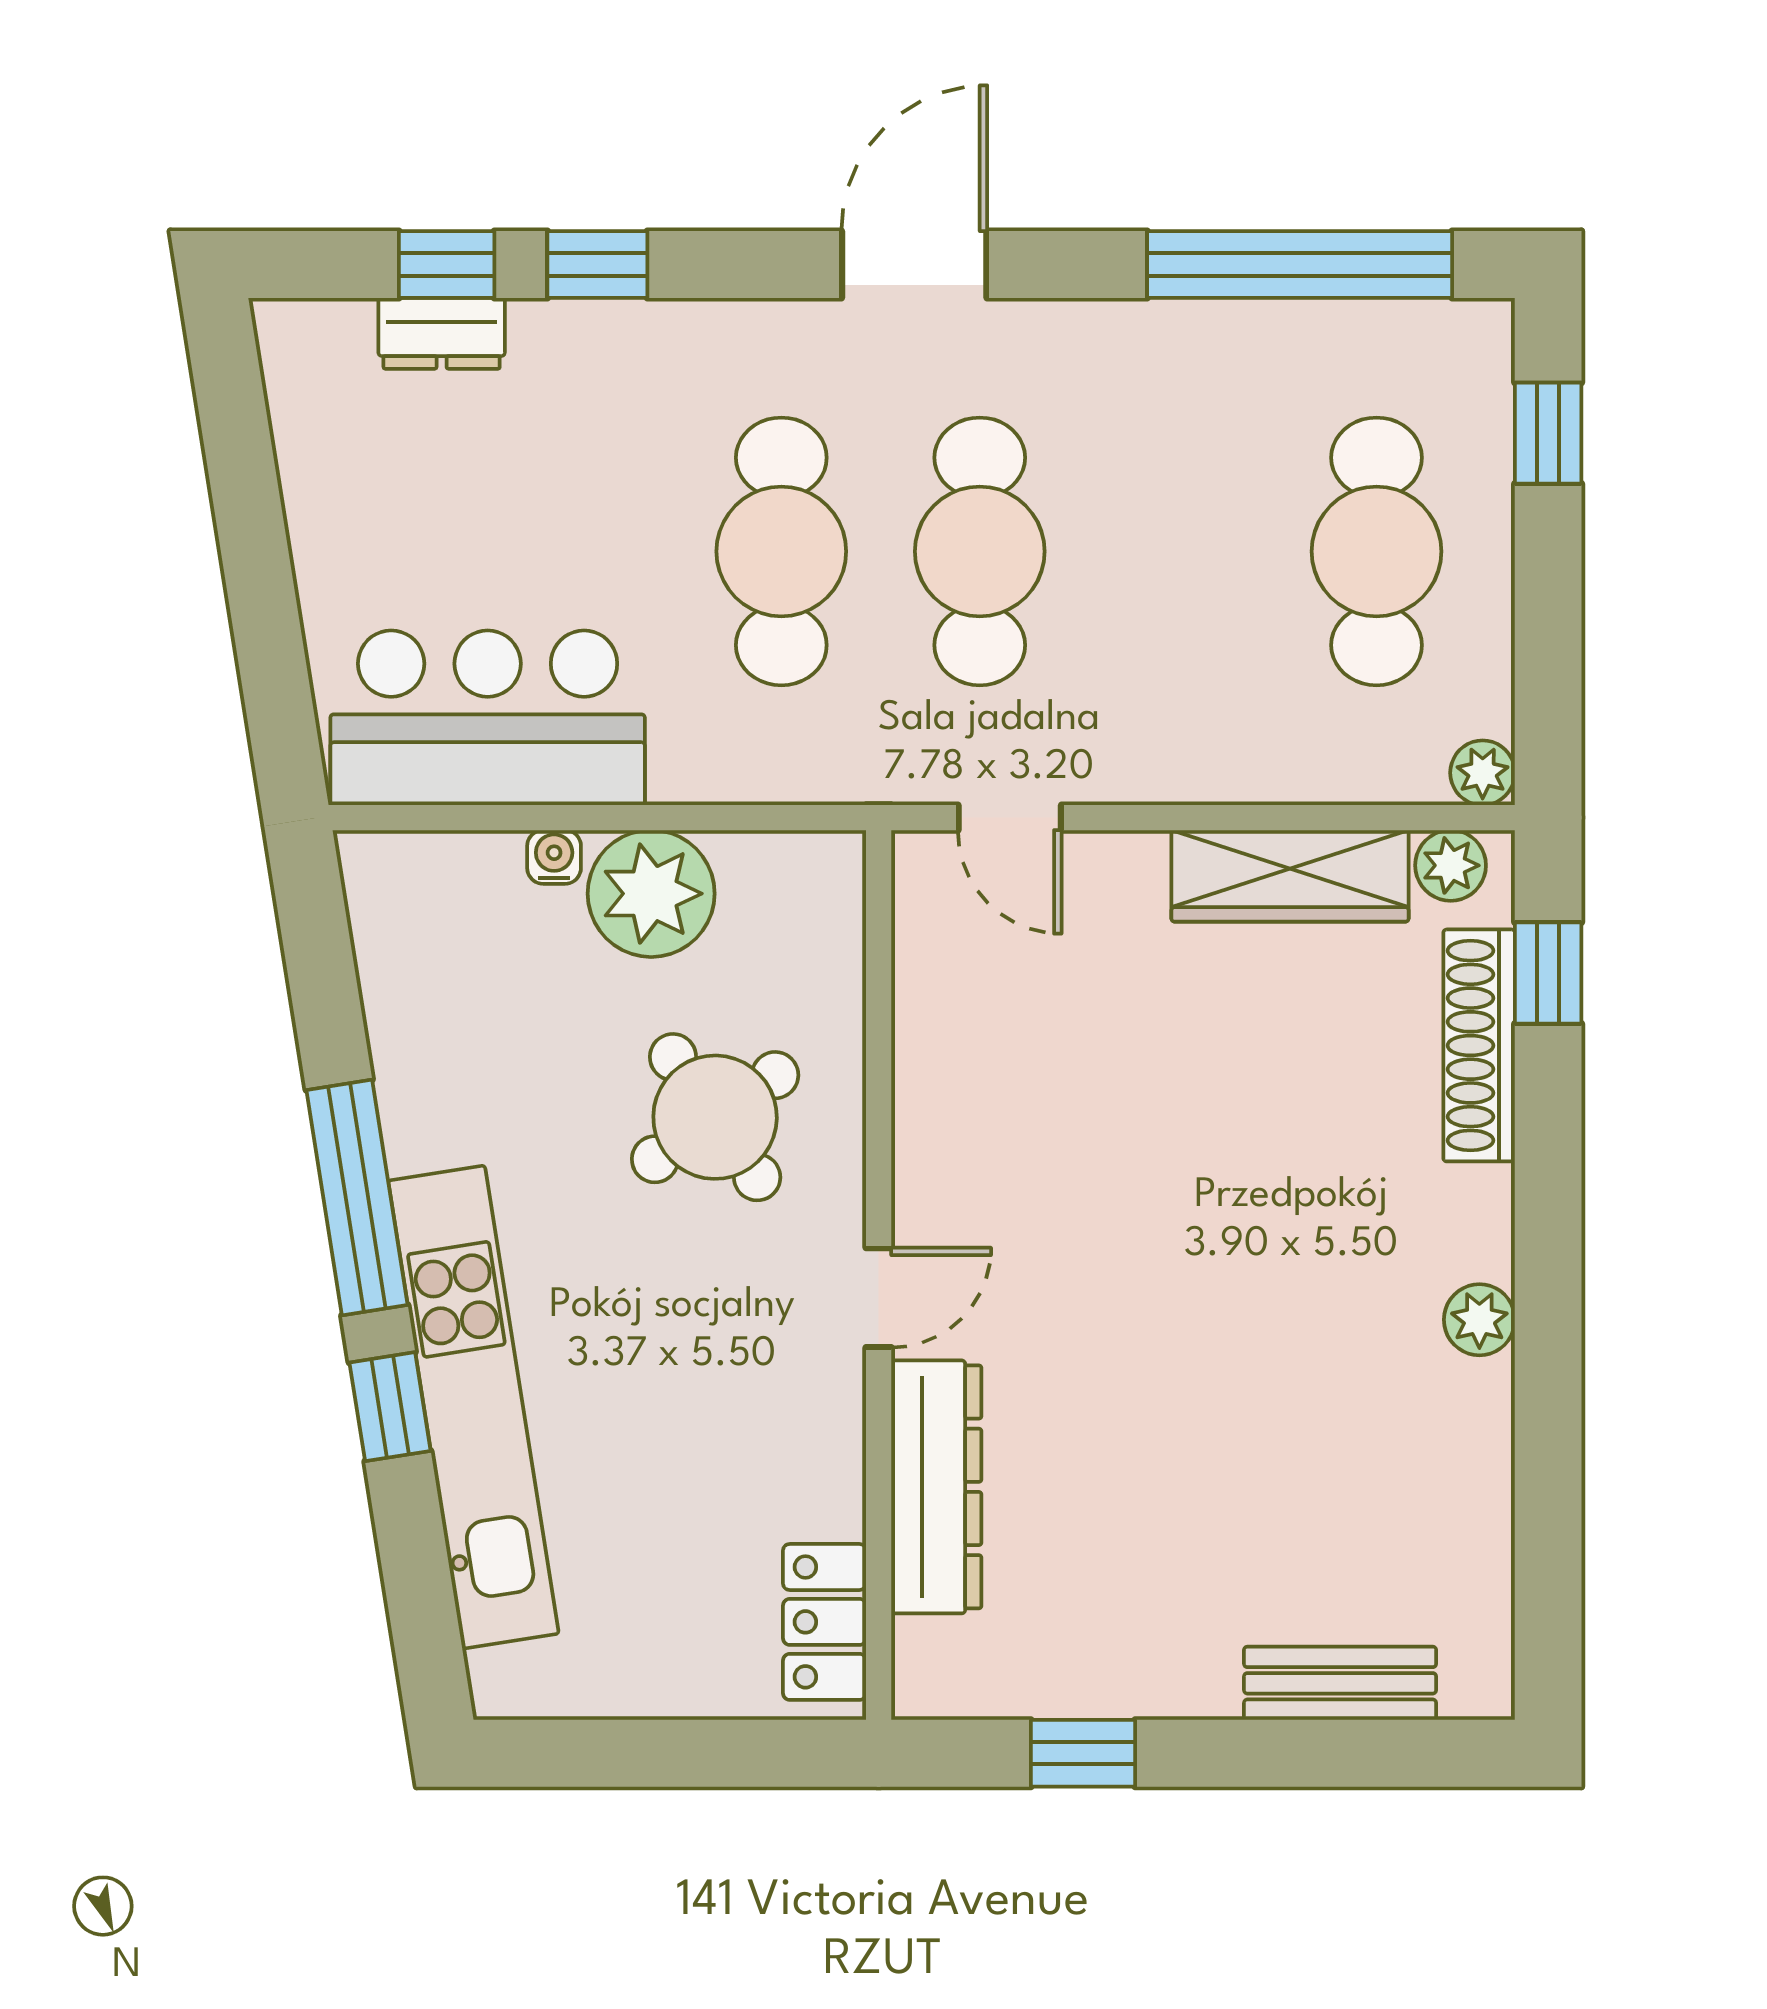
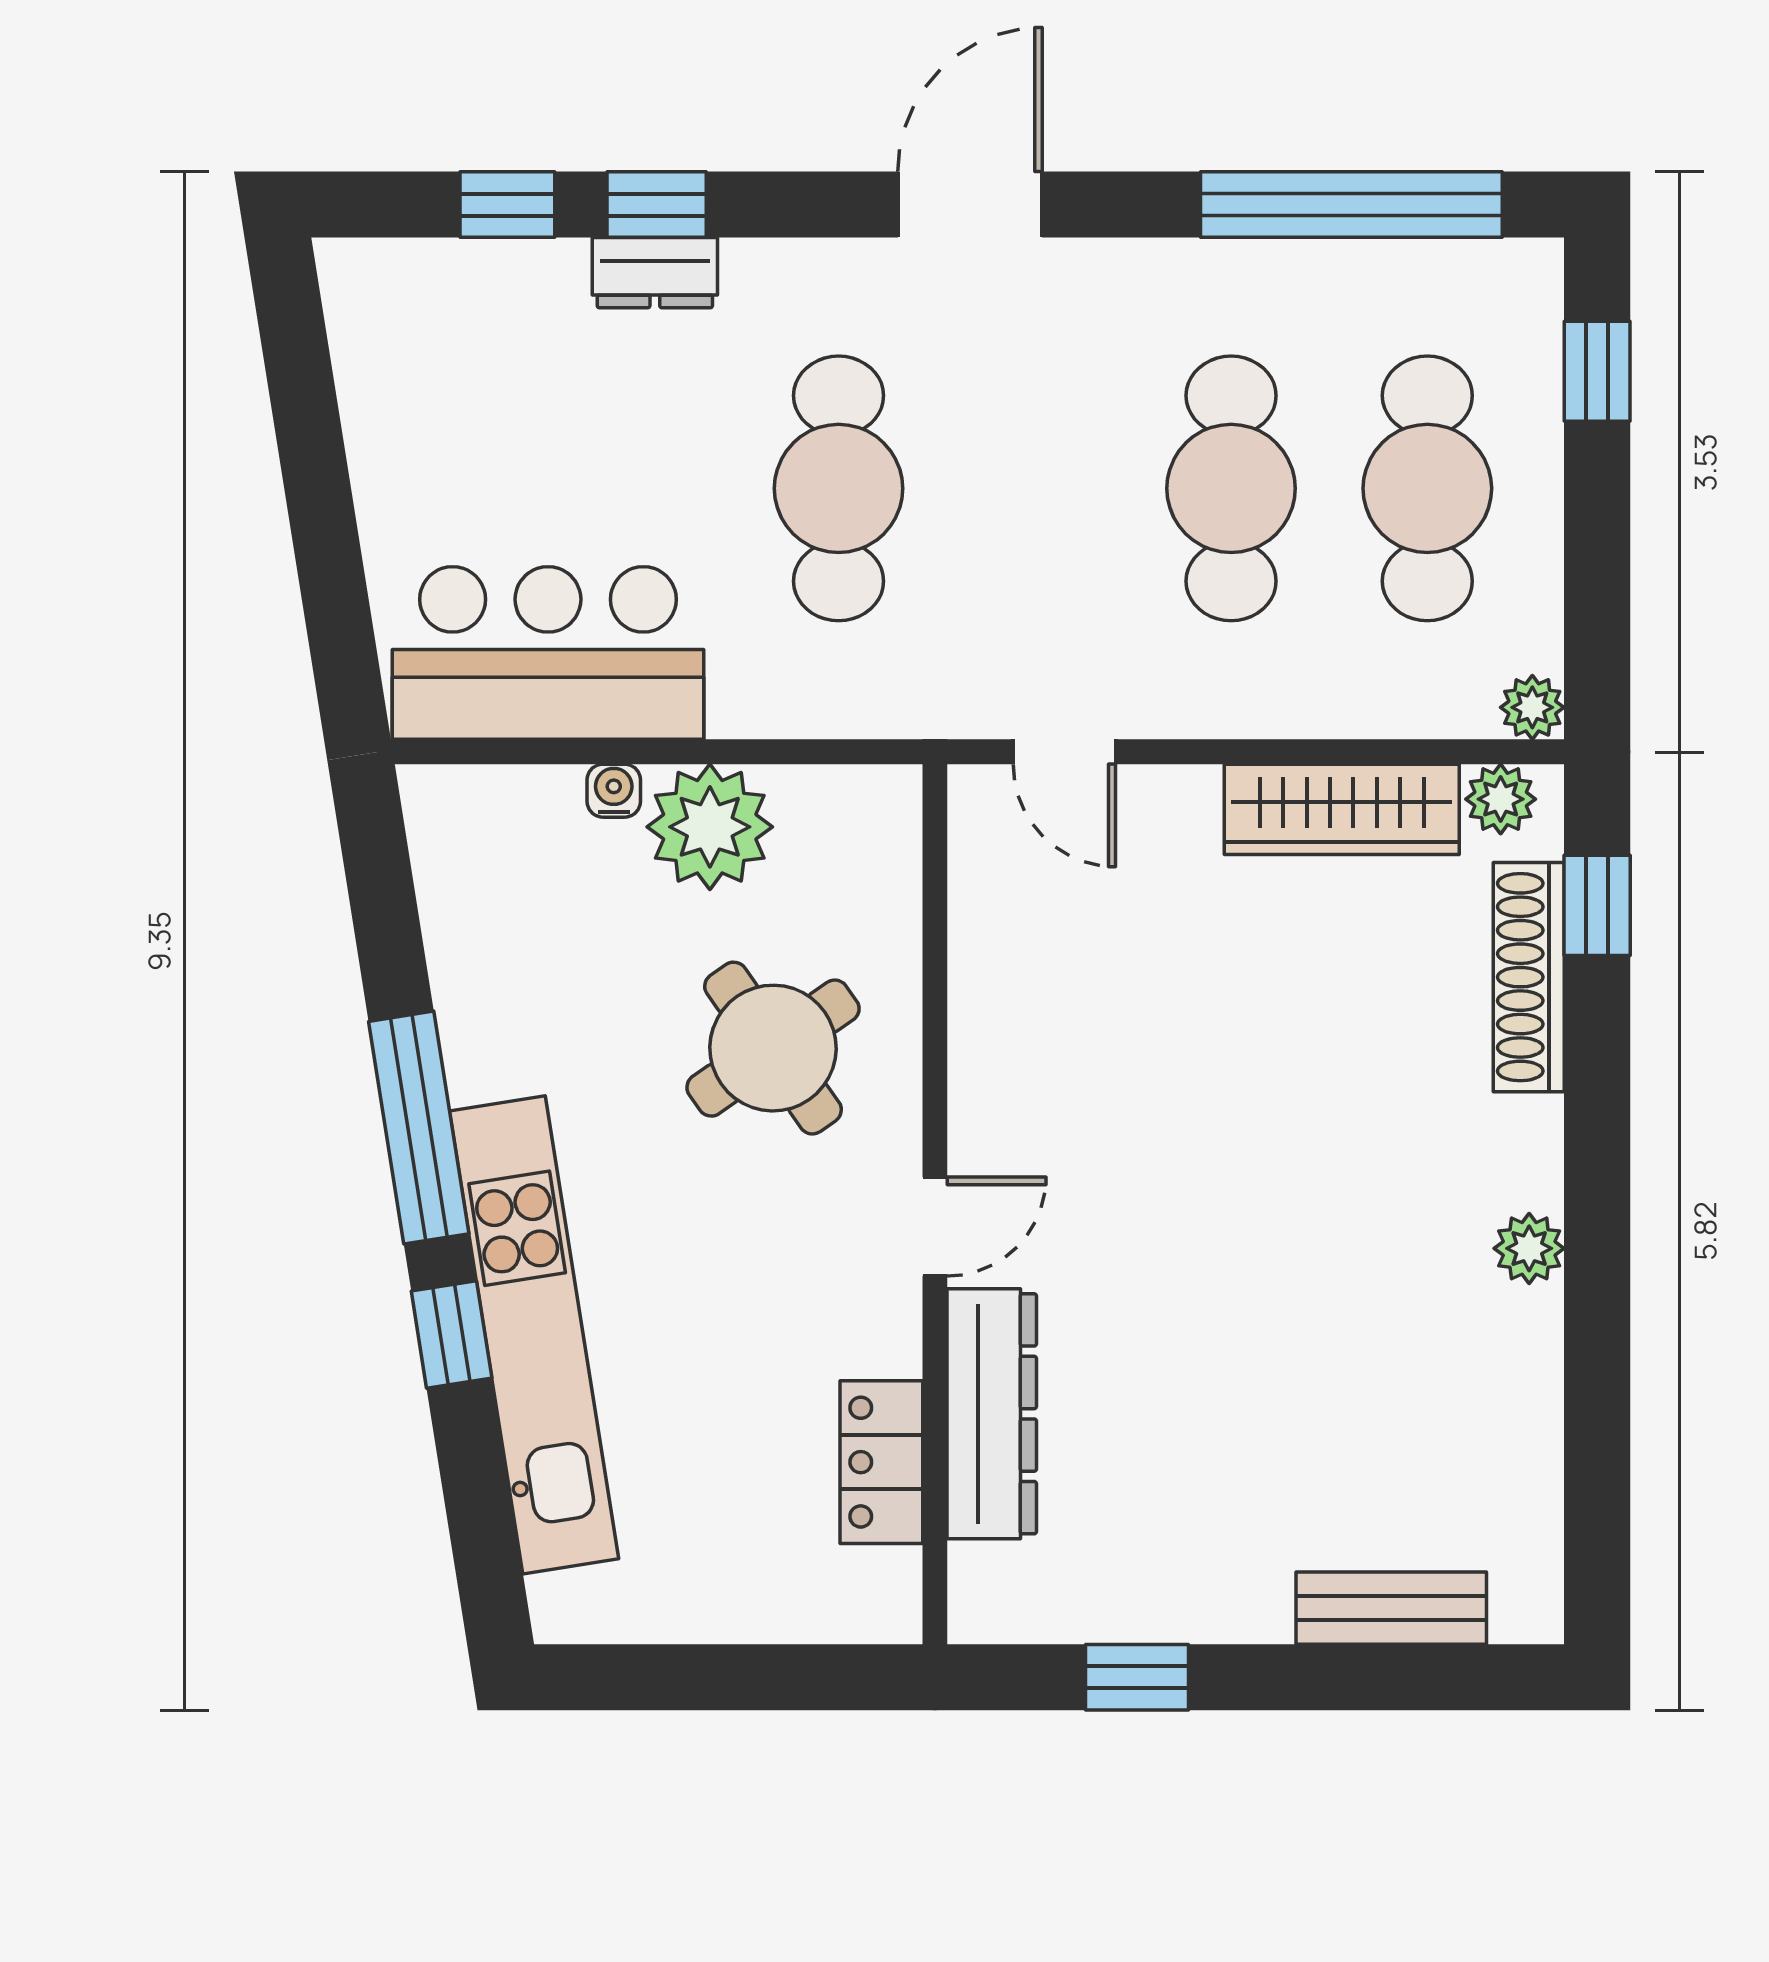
dresser: (442, 333) -> (655, 273), moved
cafe table: (980, 551) -> (1231, 488), moved
locker: (825, 1622) -> (881, 1462), moved

